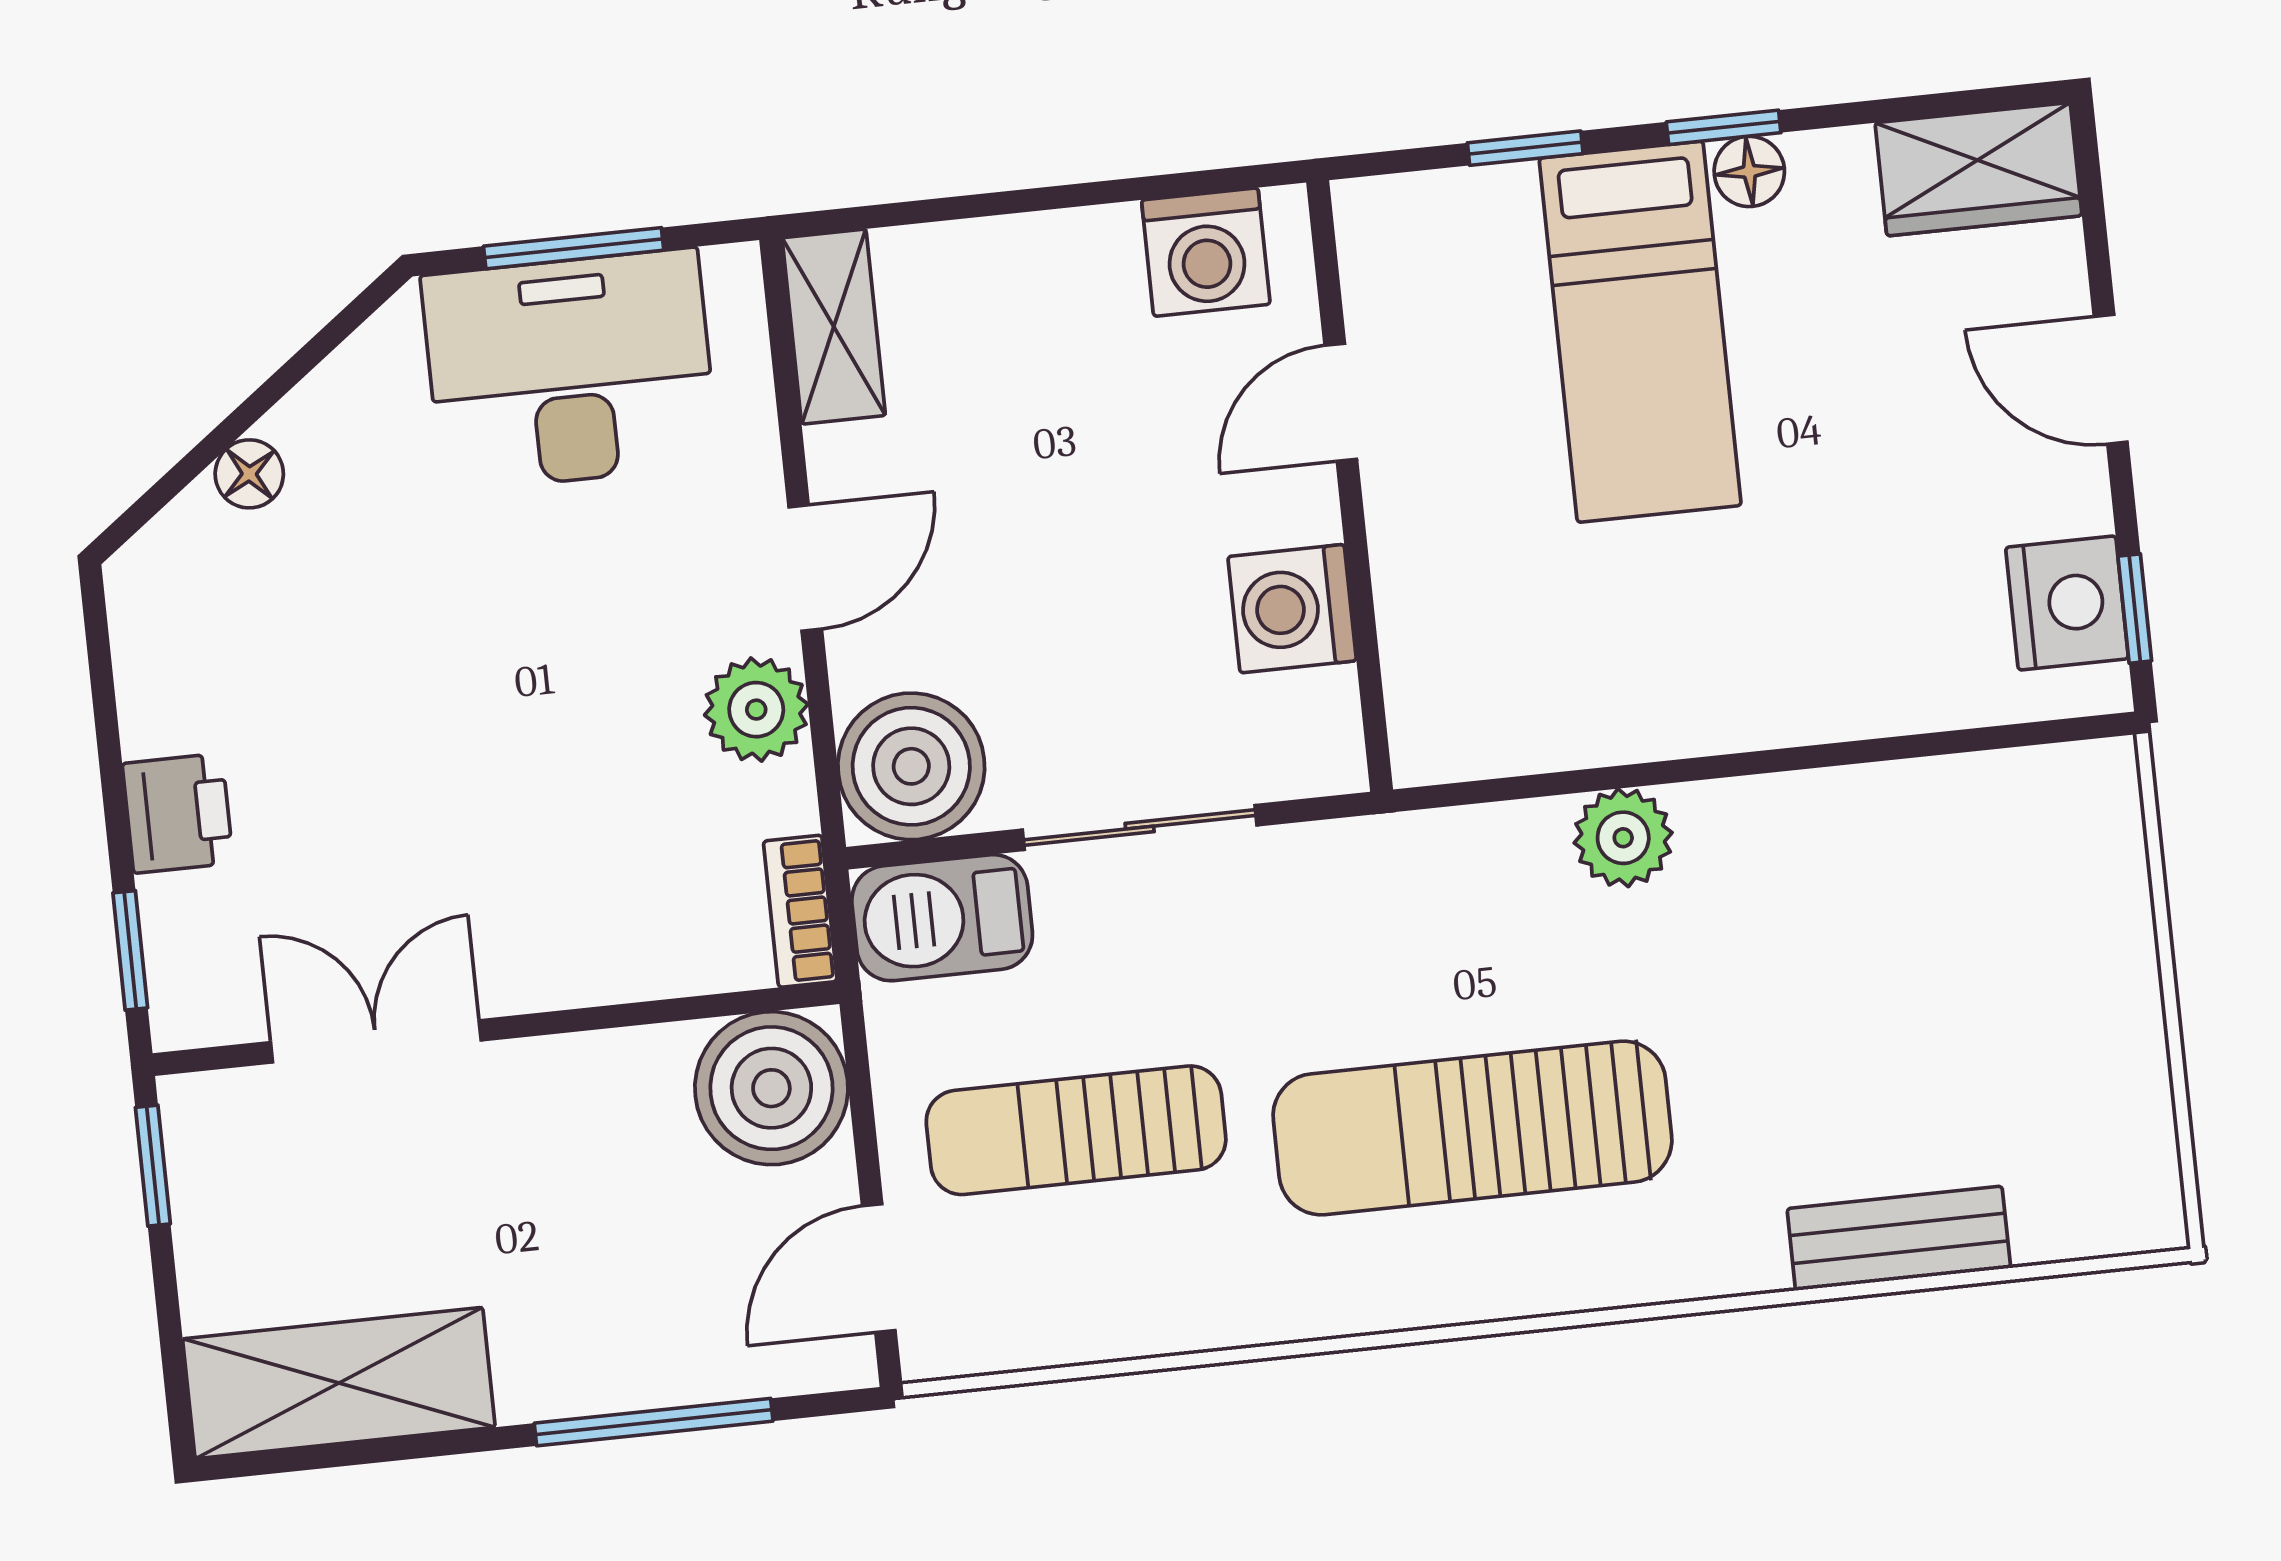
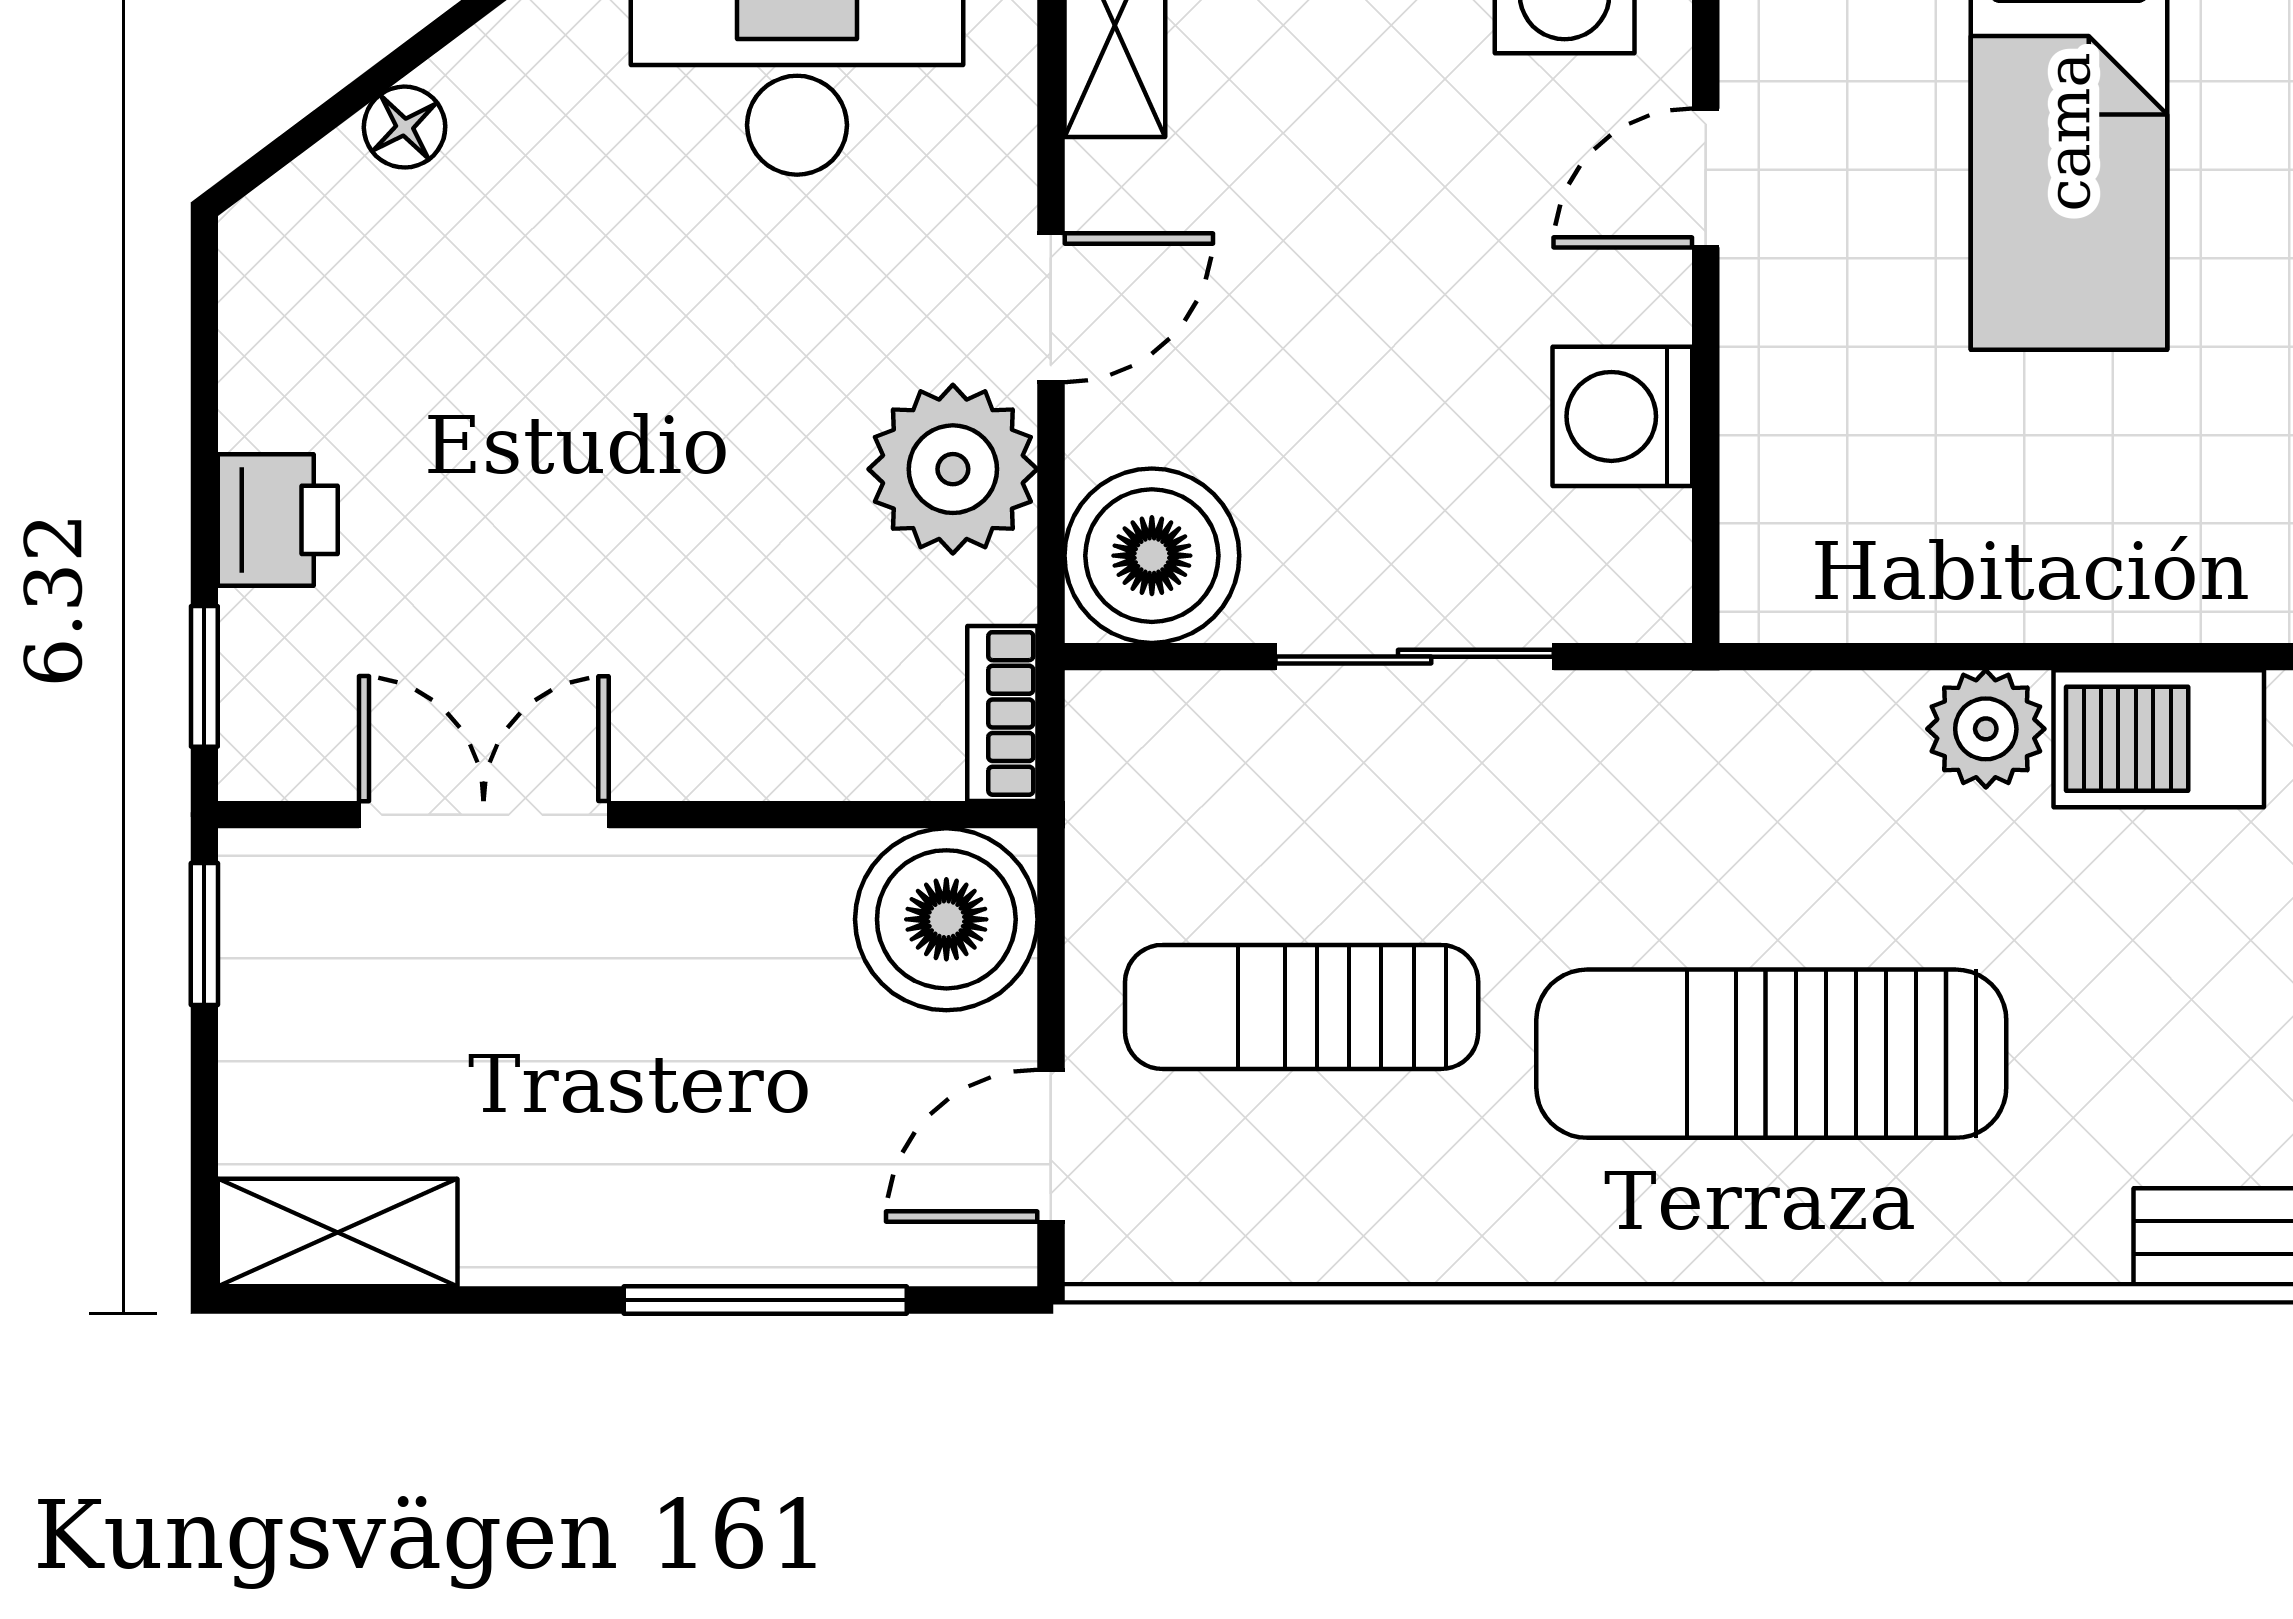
plant: (756, 710) -> (953, 469), width x1.36, depth x1.36
barbecue: (942, 918) -> (2159, 739), moved
shelving: (339, 1383) -> (338, 1233), width x0.67, depth x0.75

